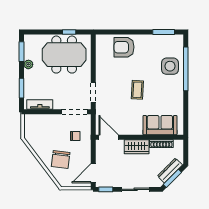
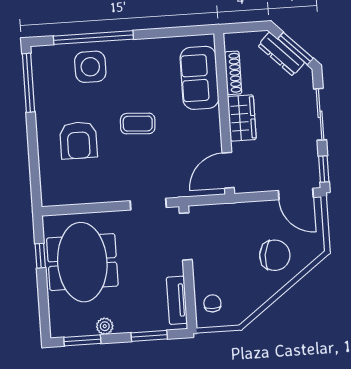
window: (164, 32) -> (28, 83), width x1.44
armchair: (124, 47) -> (78, 140), moved
chair: (75, 136) -> (212, 303), moved

